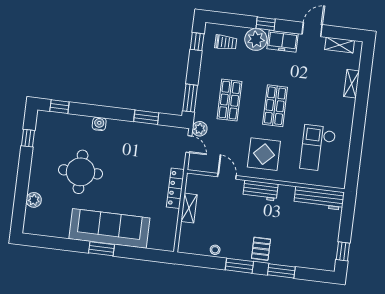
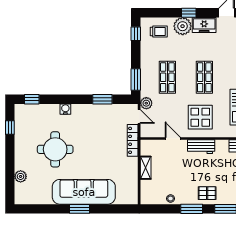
locker: (175, 188) -> (133, 140), moved
pallet: (261, 249) -> (207, 193), turned 90

